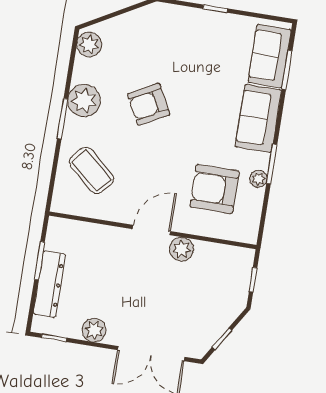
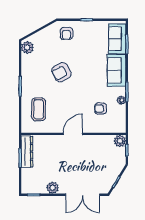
armchair: (171, 29) -> (66, 33), added
plant: (84, 101) -> (29, 75), removed
coffee table: (91, 171) -> (39, 109), turned 49
armchair: (214, 189) -> (101, 109), width x0.53, depth x0.53
plant: (182, 249) -> (120, 141), moved
dresser: (49, 284) -> (27, 152), moved

